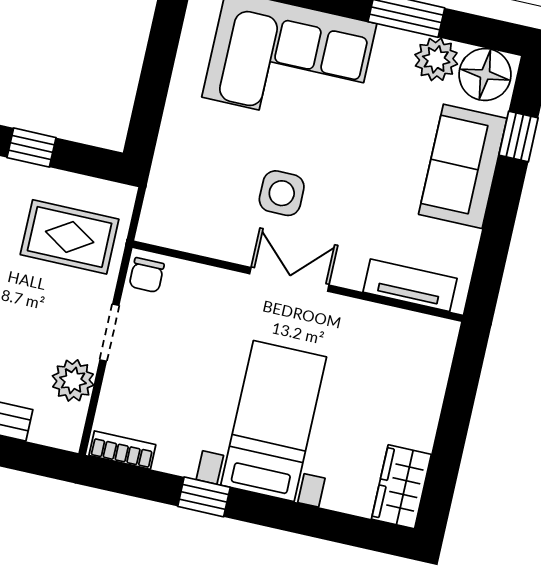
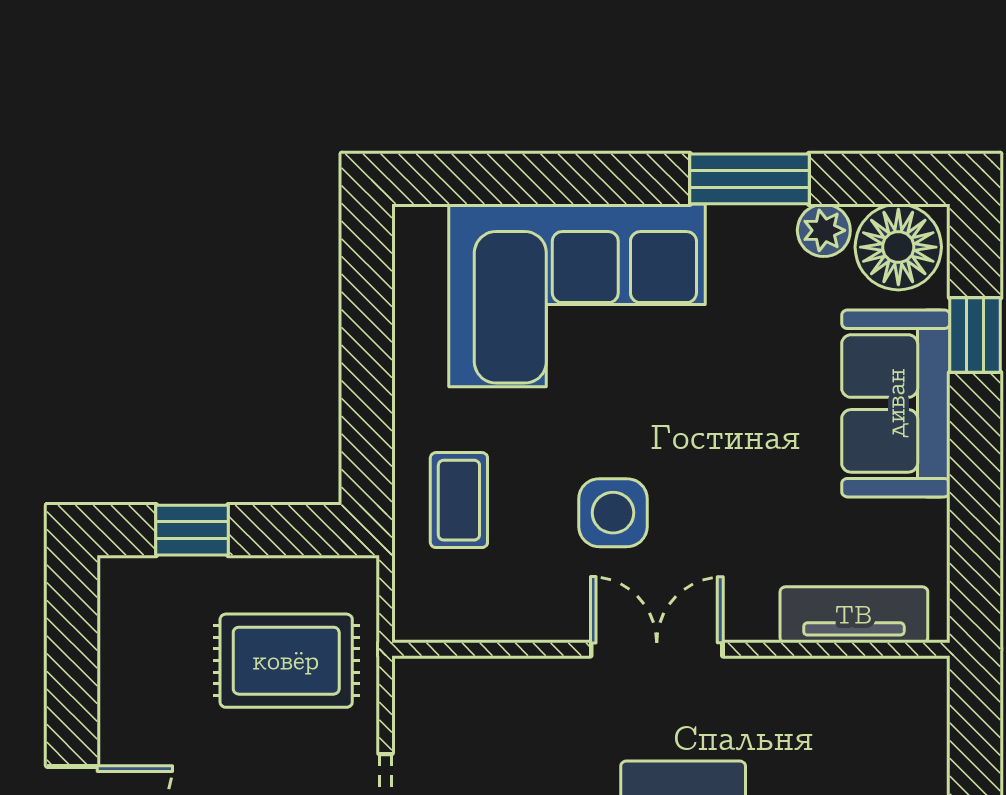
plant: (436, 59) -> (824, 230), width x0.73, depth x0.73
coffee table: (193, 165) -> (459, 500), added
chair: (147, 275) -> (425, 694), removed

